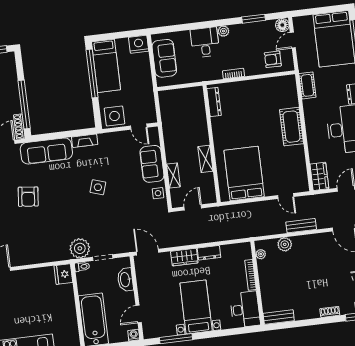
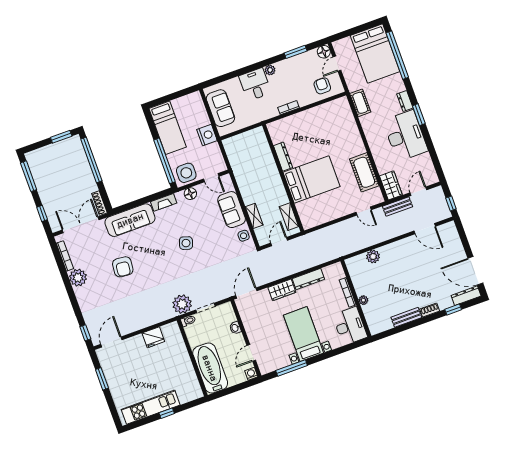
nightstand: (139, 44) -> (207, 135), moved, turned 90
armchair: (273, 59) -> (322, 86), turned 90
window: (92, 74) -> (164, 161), moved
dresser: (214, 102) -> (283, 157), moved
window: (24, 105) -> (91, 160), moved
cot: (292, 127) -> (364, 172), moved
floor lamp: (114, 138) -> (190, 194), added
shelving: (205, 159) -> (289, 217), moved
bed: (244, 174) -> (312, 179), moved, turned 90
bench: (301, 226) -> (398, 206), moved
door: (148, 252) -> (246, 293), hinge flipped
dresser: (209, 253) -> (308, 279), width x1.44
plant: (261, 254) -> (363, 300), moved
fridge: (63, 274) -> (153, 337), moved, turned -90
washbasin: (125, 280) -> (235, 328), width x0.52, depth x0.69
bench: (279, 317) -> (406, 317), moved

